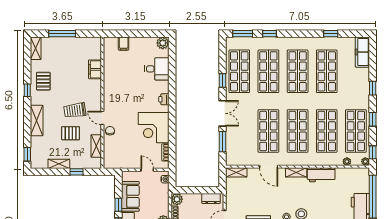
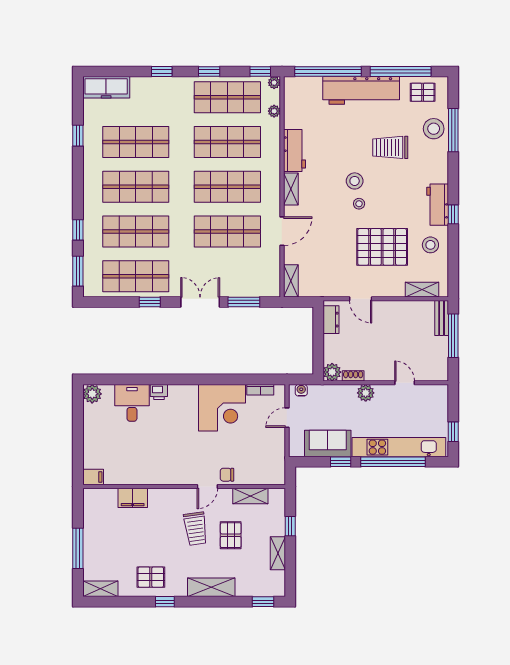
filing cabinet: (124, 44) -> (93, 477), moved
printer: (164, 99) -> (159, 392), moved

